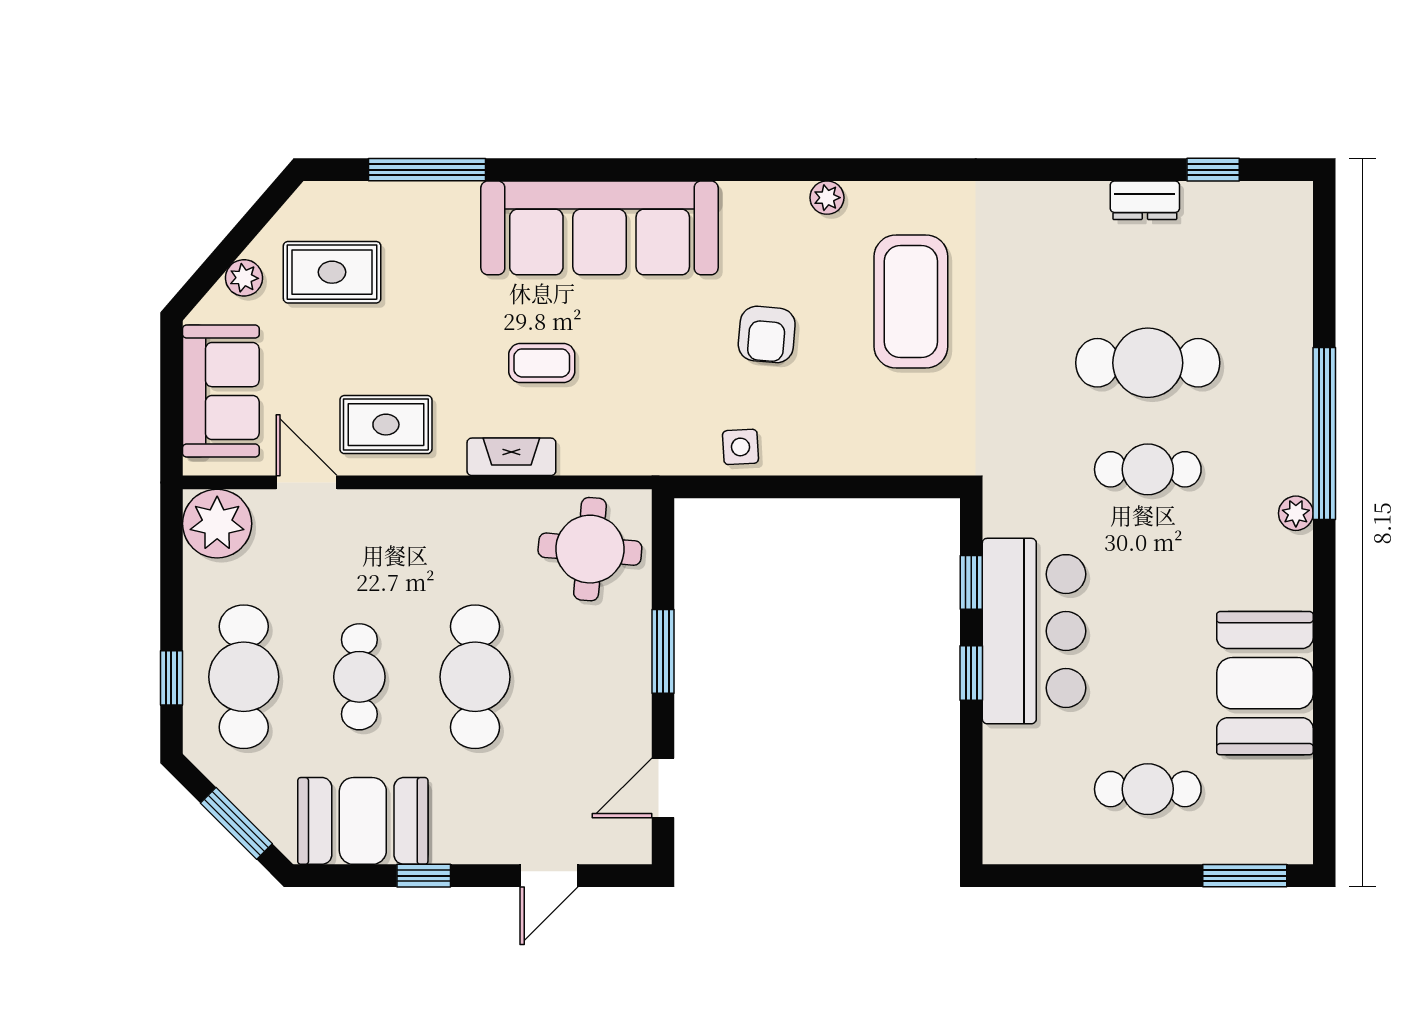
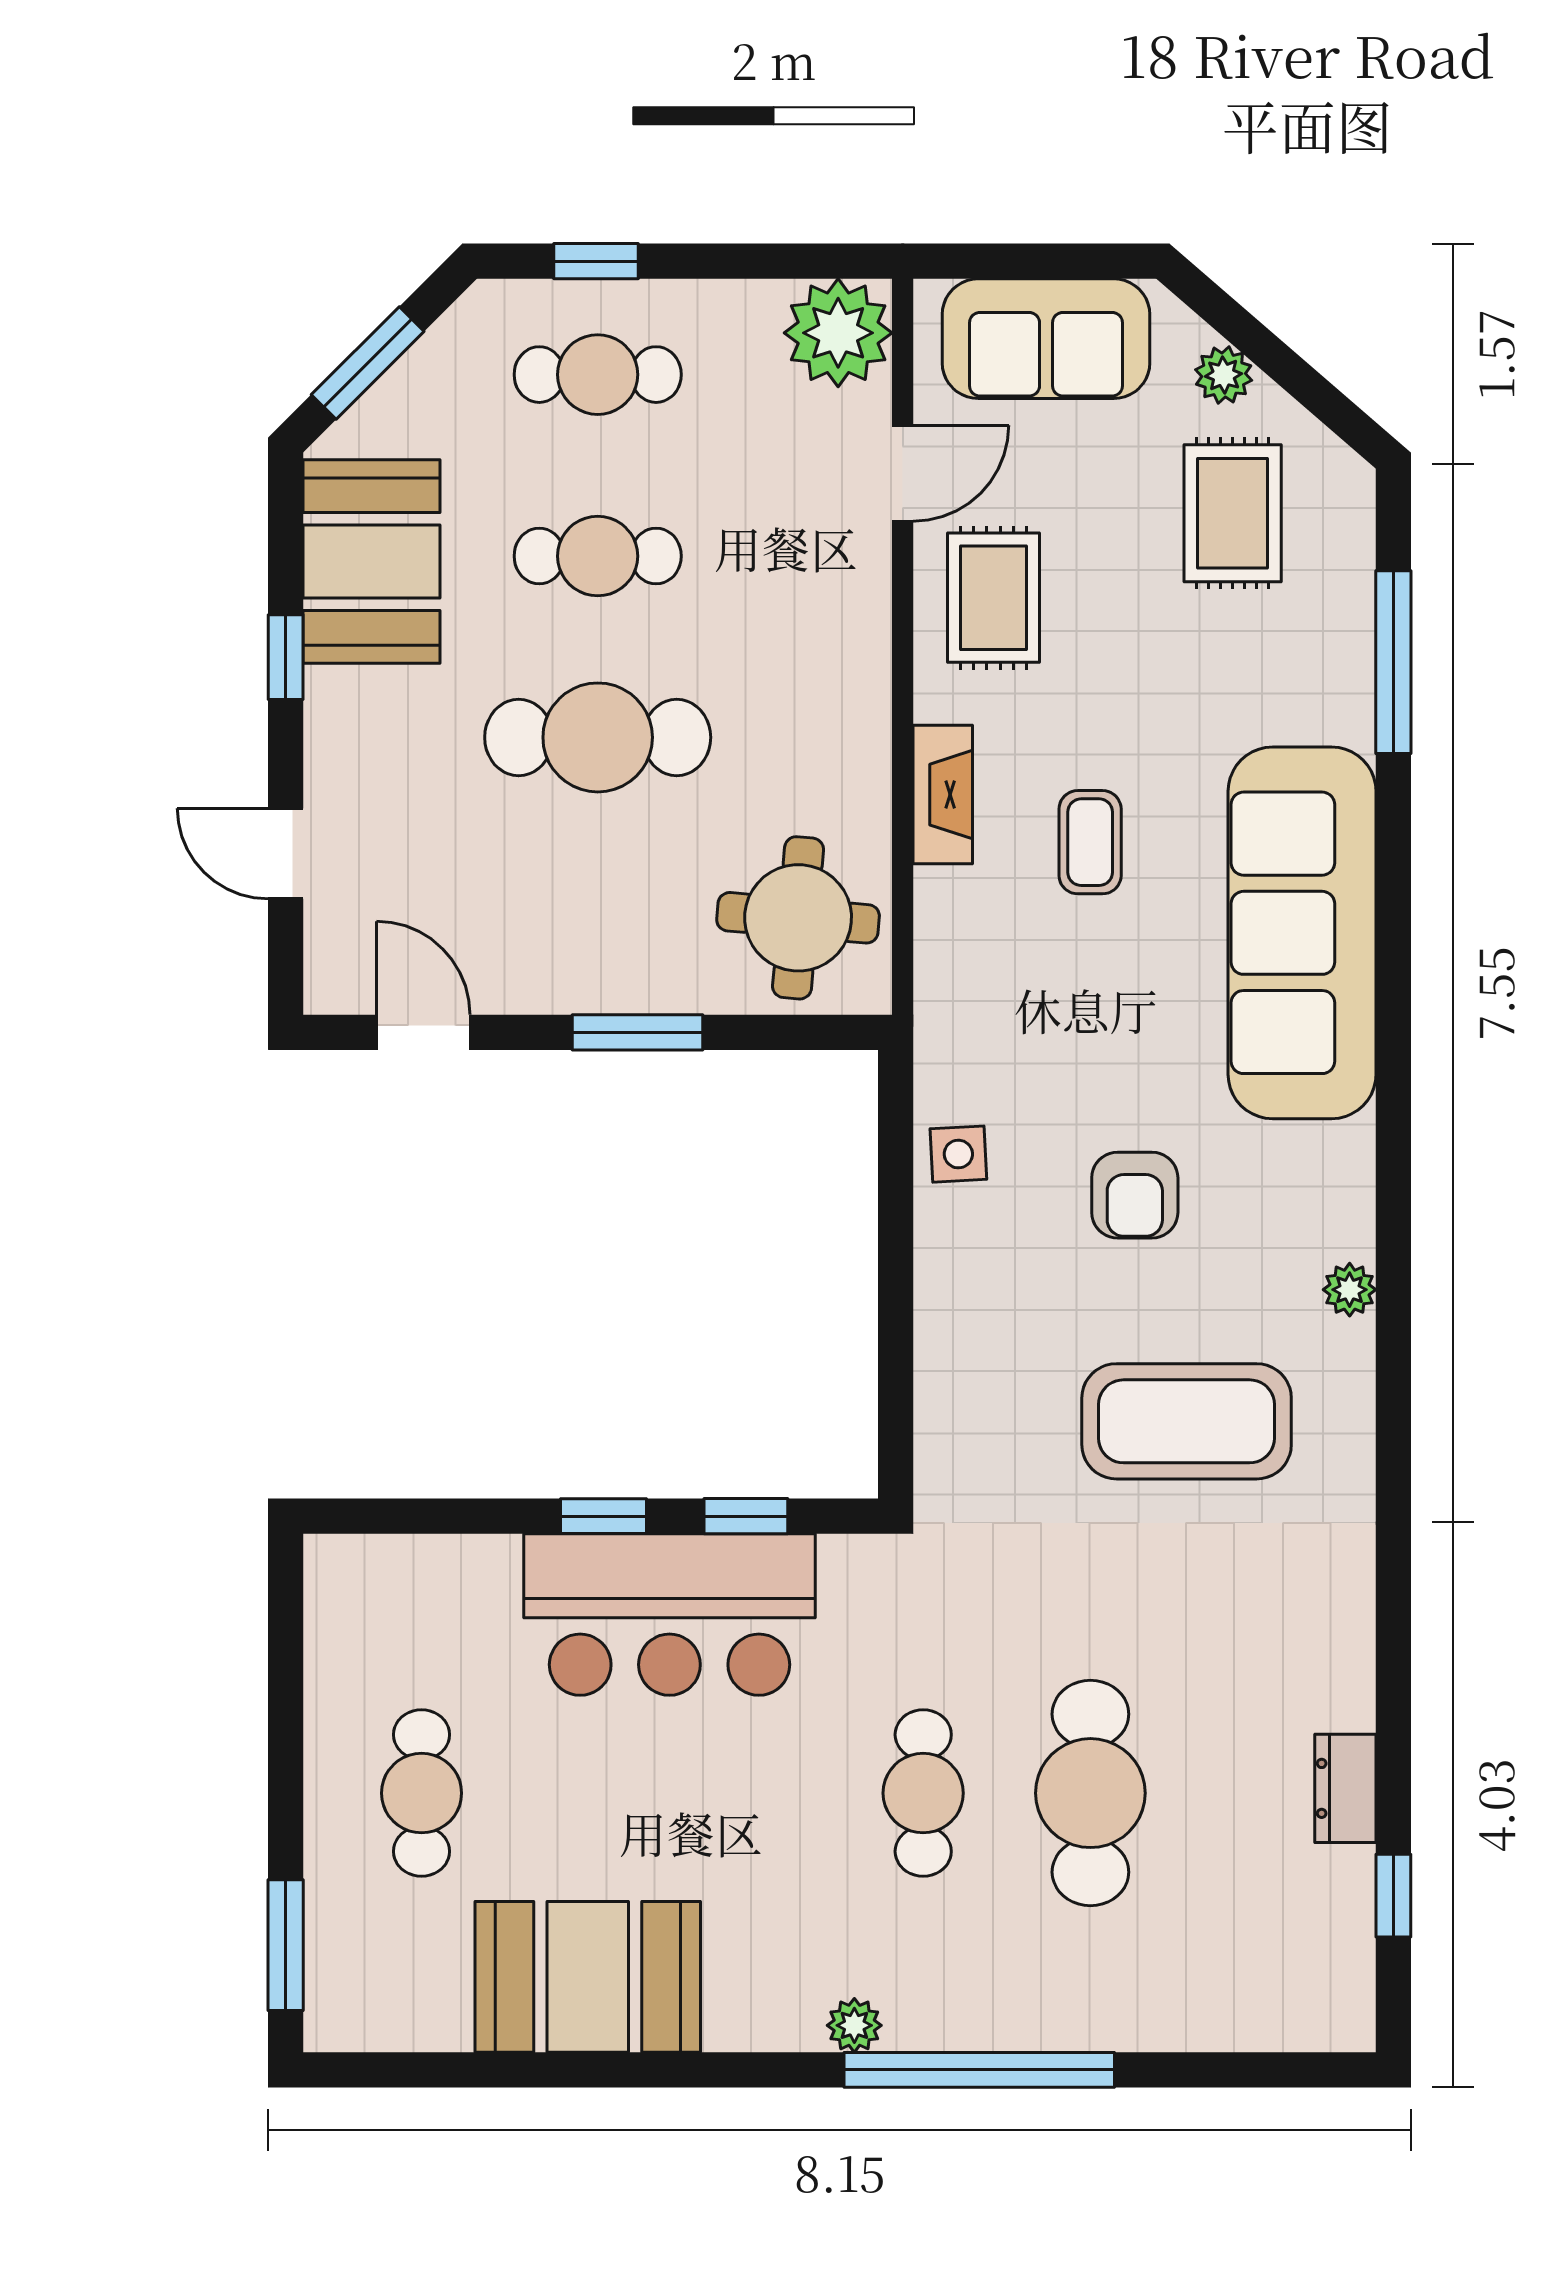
armchair: (767, 334) -> (1135, 1195), turned -95
cafe table: (244, 677) -> (598, 375), width x0.73, depth x0.74

